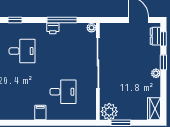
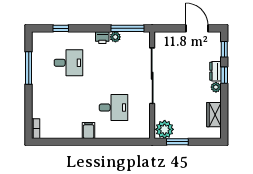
window: (62, 20) -> (128, 28), moved
plant: (91, 28) -> (115, 37), moved
dresser: (155, 36) -> (215, 71), moved
wardrobe: (154, 109) -> (214, 115), moved

